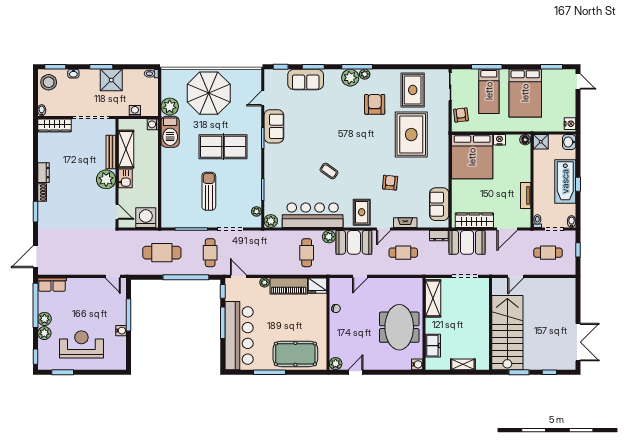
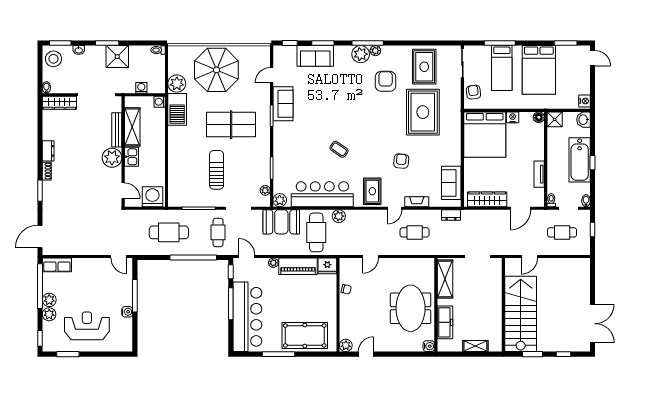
booth: (354, 242) -> (281, 222), moved
booth: (467, 242) -> (480, 222), removed
cafe table: (307, 253) -> (316, 232), width x1.37, depth x1.35
freezer: (433, 346) -> (445, 322), width x1.40

